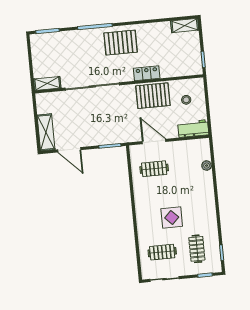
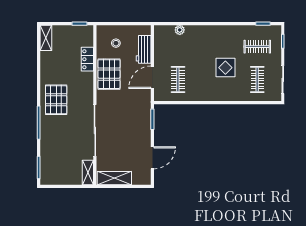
locker: (147, 73) -> (87, 59), moved
workbench: (193, 129) -> (144, 49), moved
shelving: (46, 132) -> (114, 178), moved

